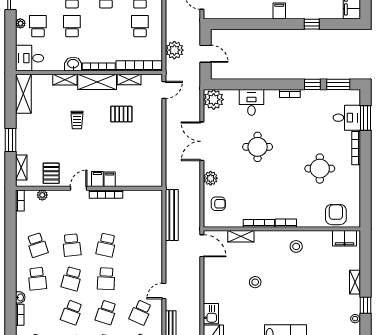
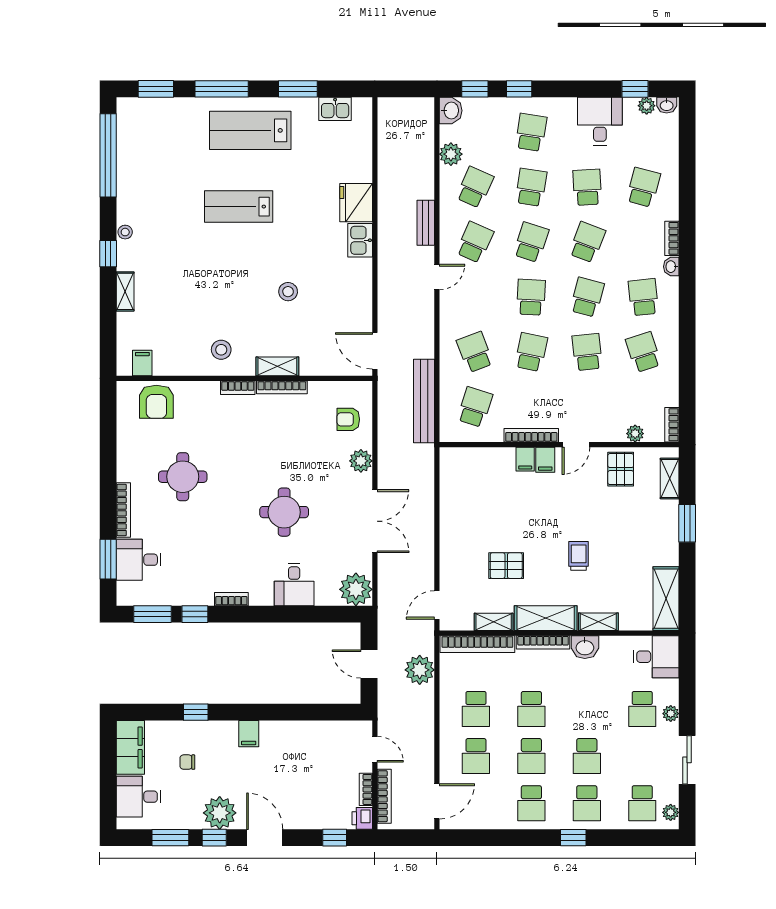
school desk: (72, 26) -> (531, 709), moved
school desk: (141, 211) -> (475, 407), added
shelving: (241, 236) -> (277, 366), moved
filing cabinet: (345, 238) -> (142, 363), width x0.50
school desk: (141, 245) -> (475, 352), added

